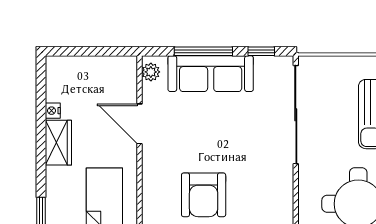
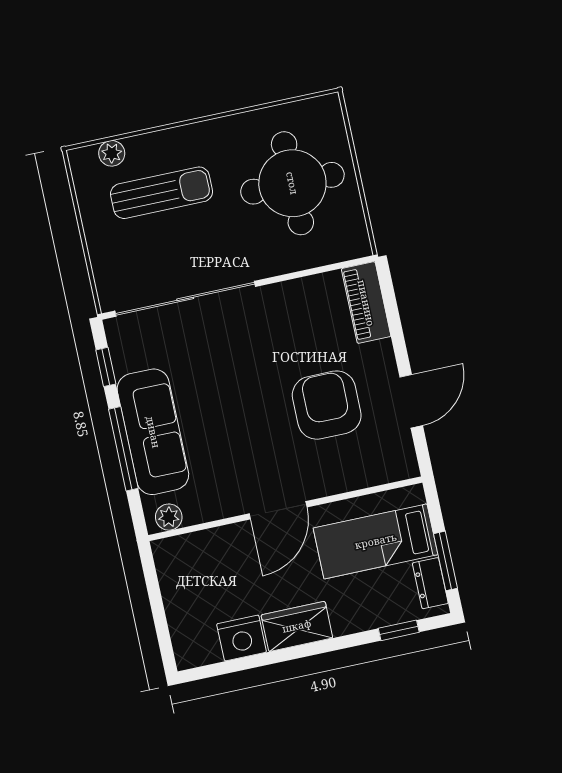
nightstand: (53, 111) -> (242, 638), width x1.89, depth x1.79
door: (139, 124) -> (278, 510), moved
armchair: (204, 195) -> (327, 405), turned -90

